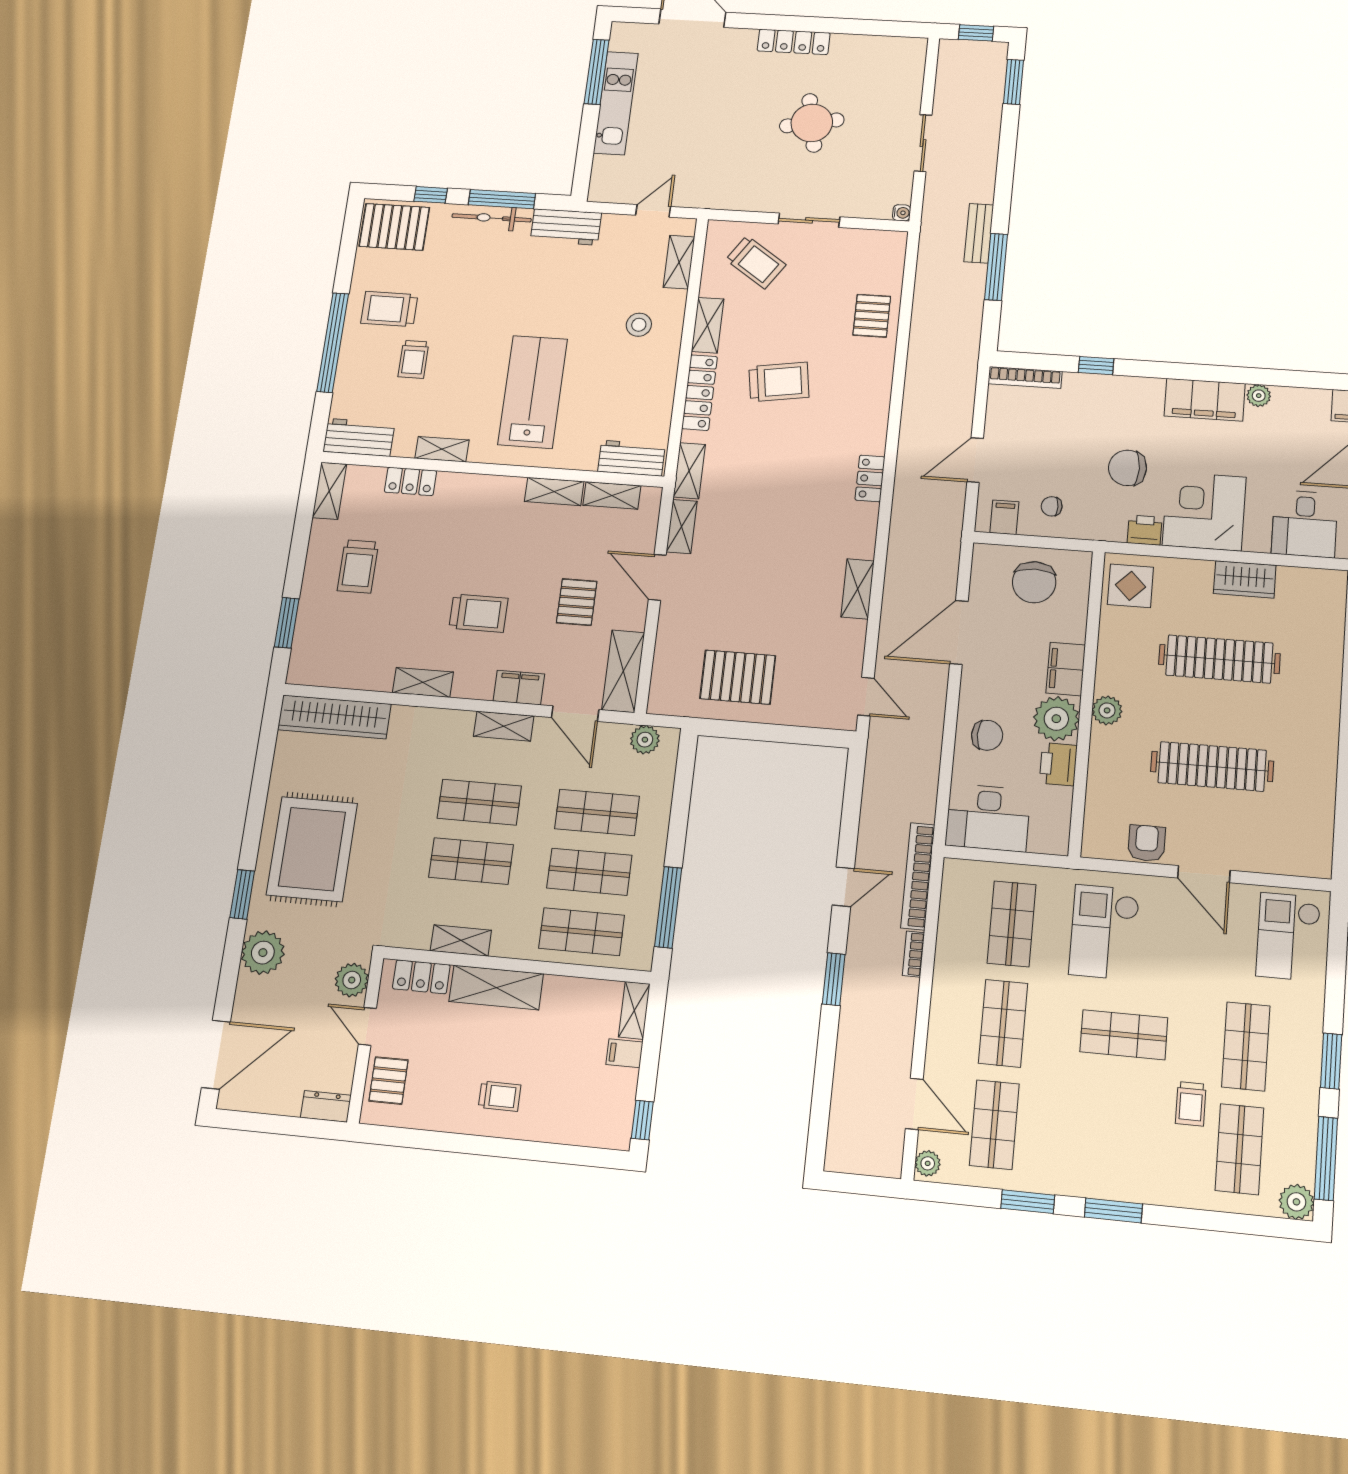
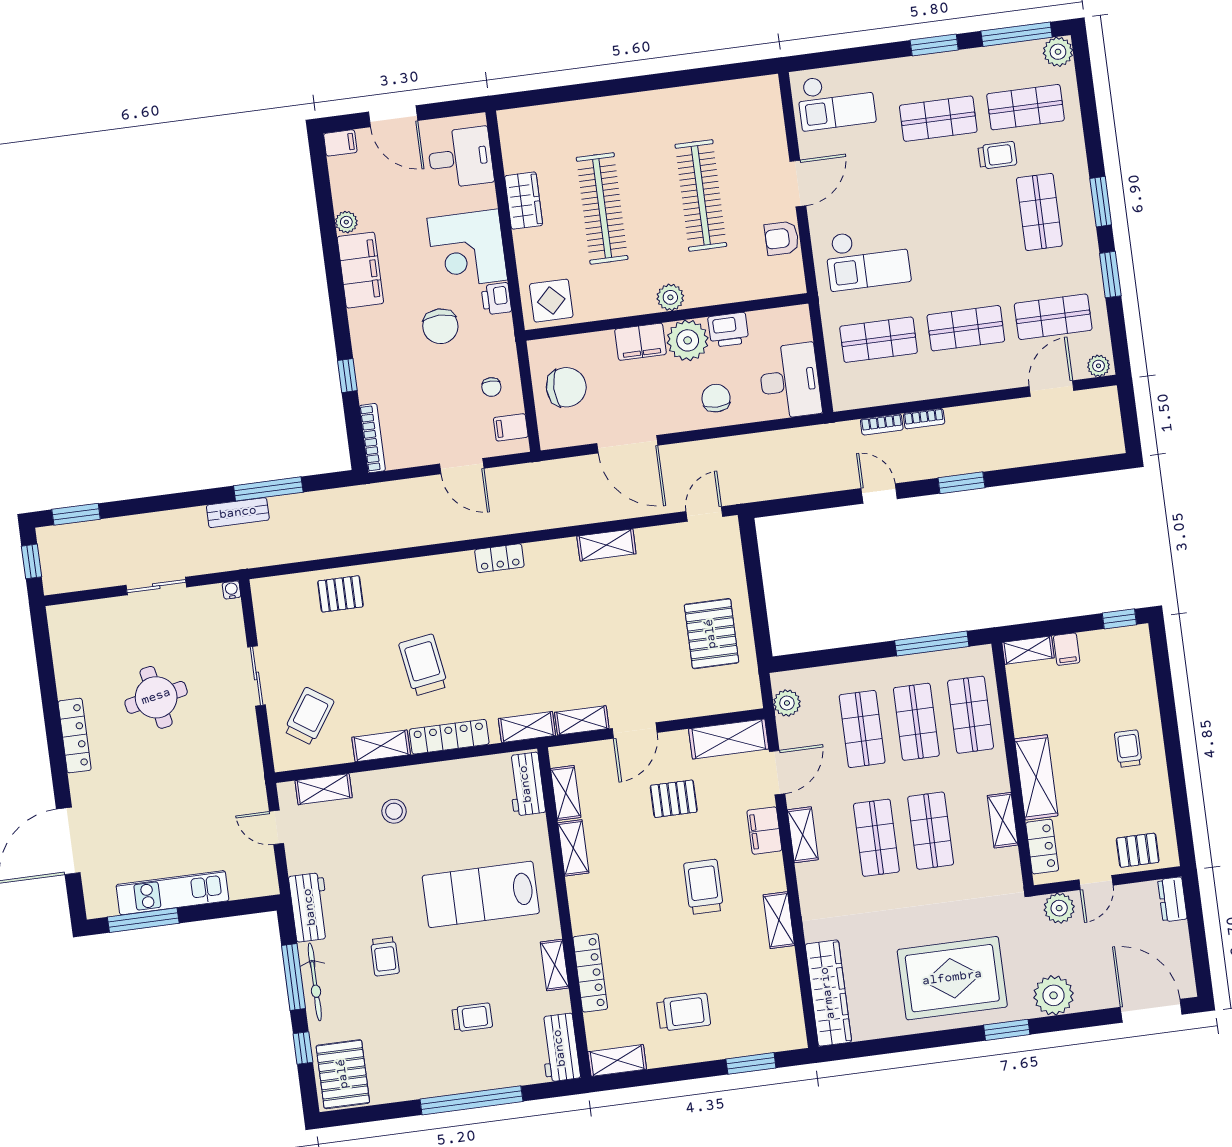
trolley: (389, 309) -> (385, 956), moved, width x0.73, depth x0.72
locker: (410, 481) -> (590, 973), width x1.53
bookcase: (918, 876) -> (882, 424), width x0.43, depth x0.76
shop shelf: (1124, 1035) -> (1039, 212), moved

